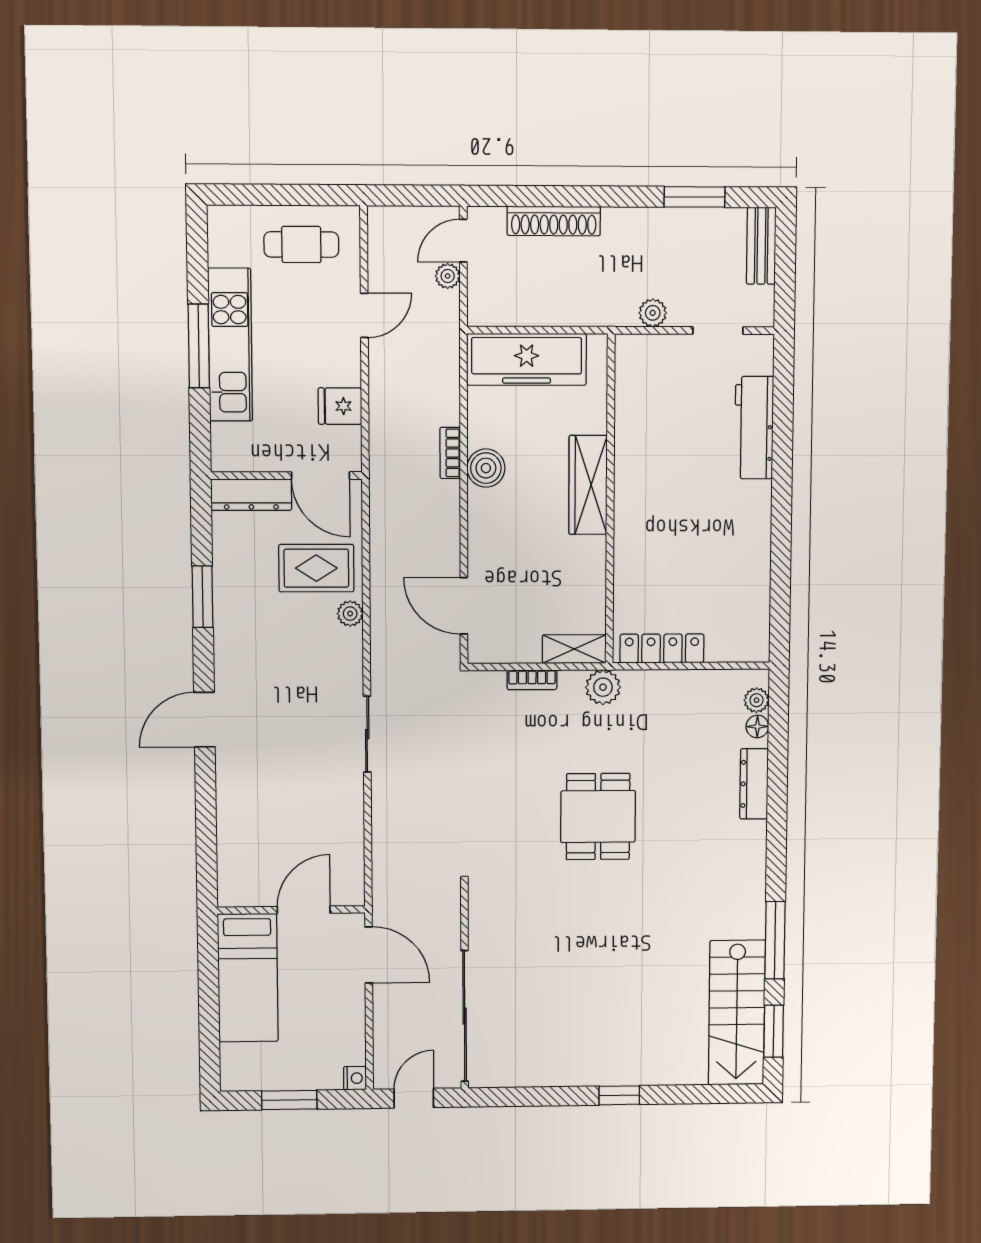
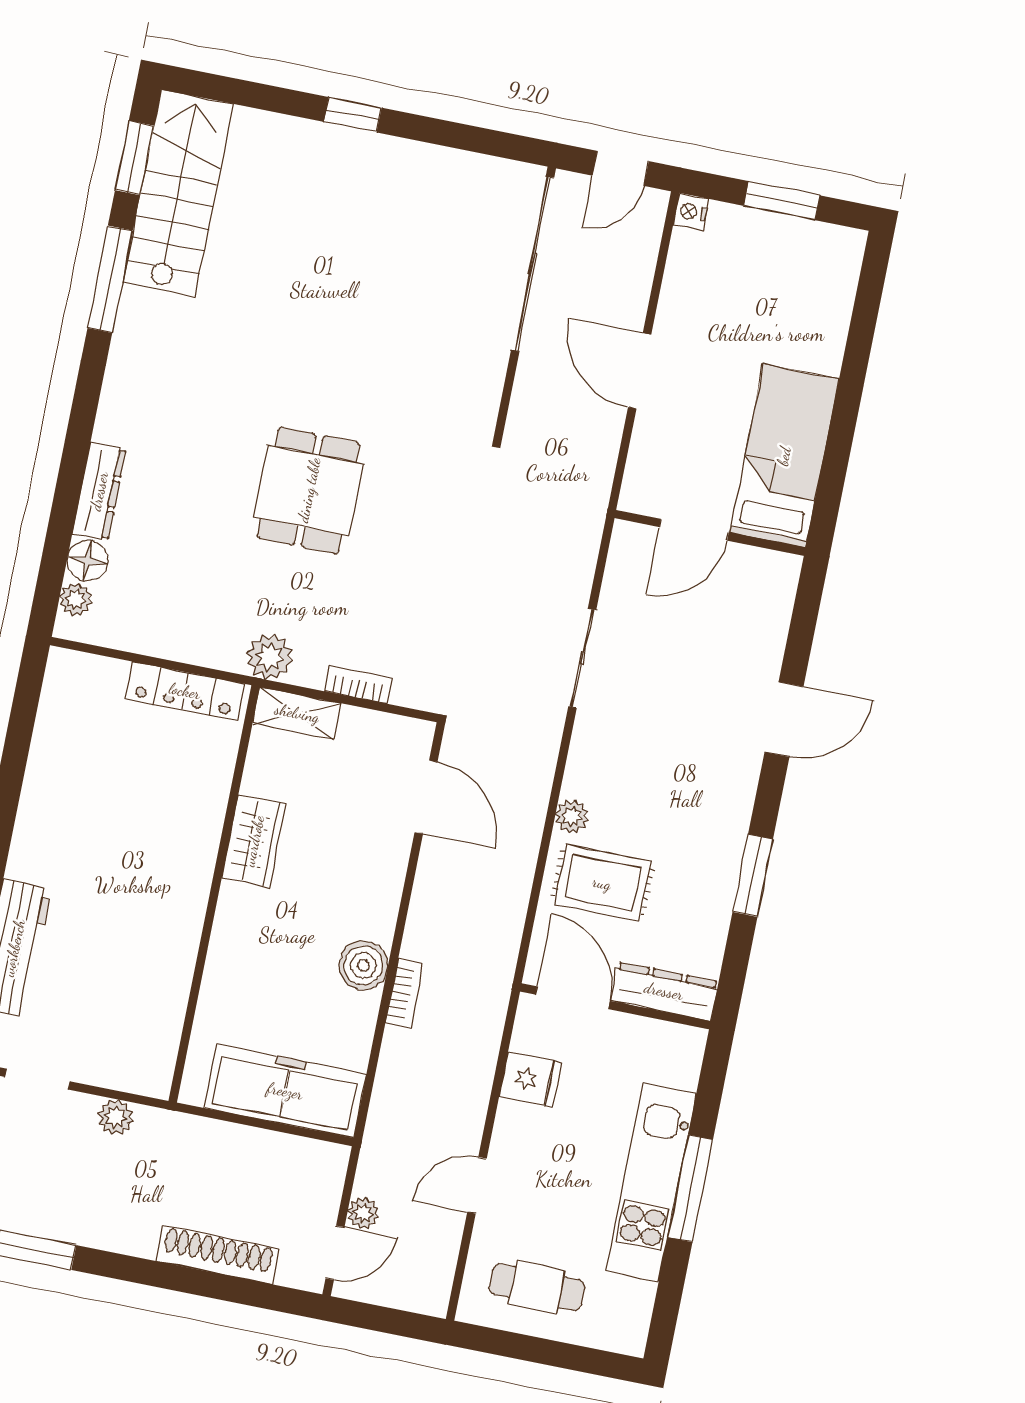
wardrobe: (588, 485) -> (254, 841), moved, width x0.67
floor lamp: (757, 726) -> (87, 561), width x1.37, depth x1.37
wall: (291, 910) -> (710, 533), moved
door: (304, 910) -> (694, 530), moved
bed: (248, 978) -> (784, 456), moved

